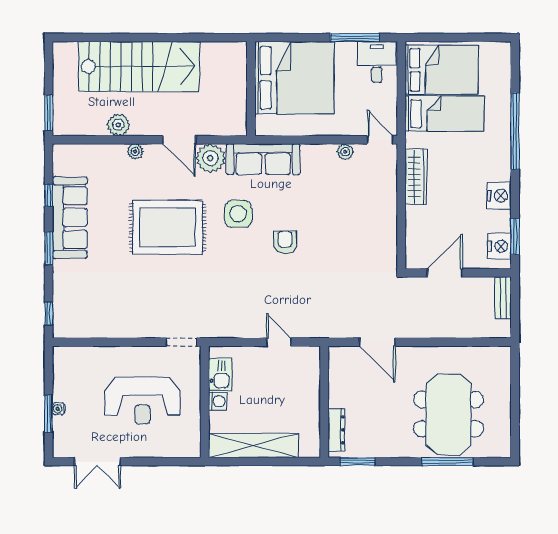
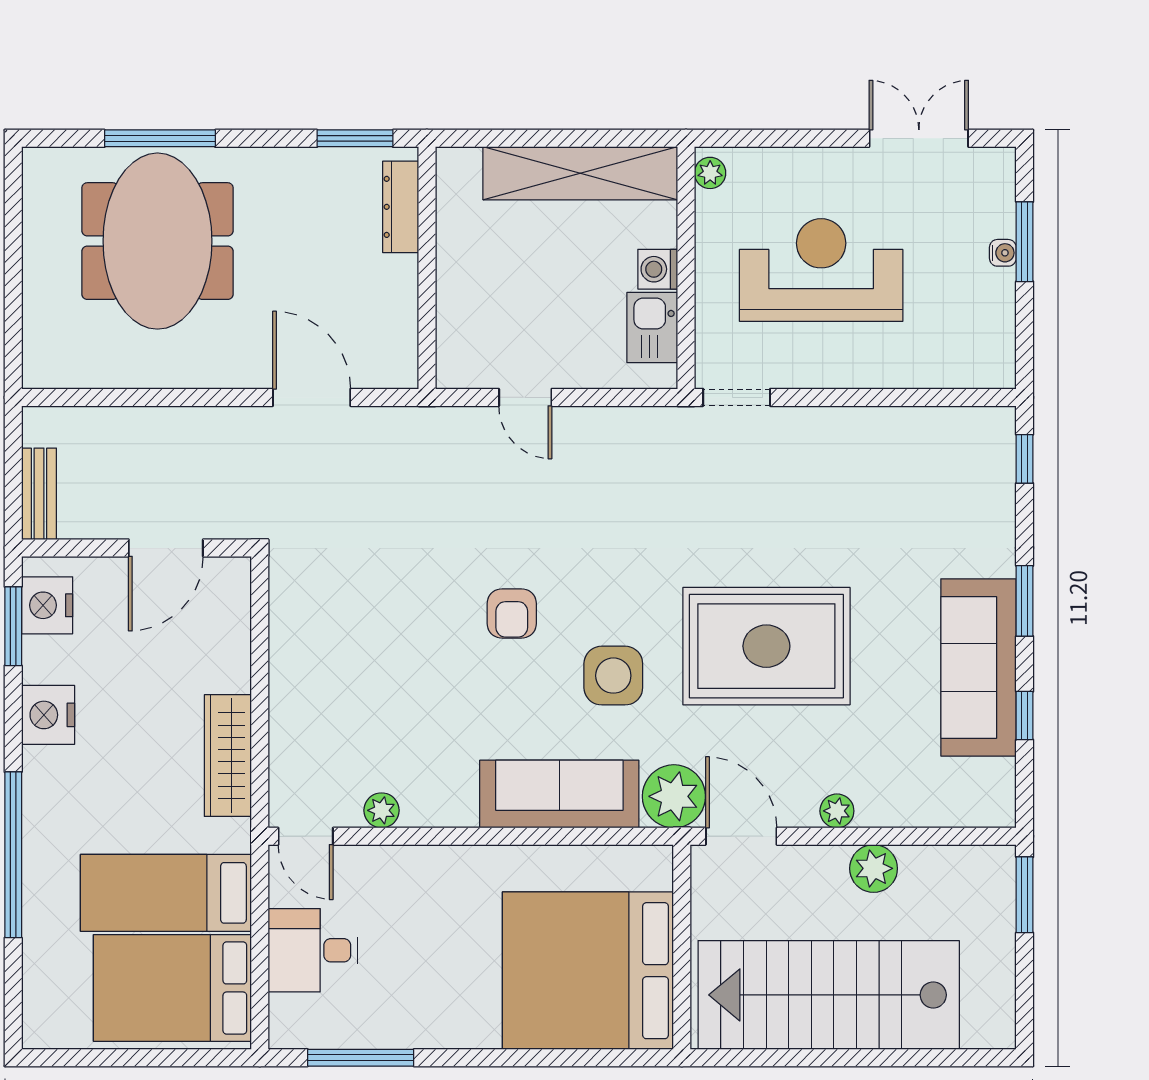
desk: (377, 62) -> (313, 950), moved, turned 90
bed: (294, 78) -> (588, 971), moved
wall: (251, 89) -> (682, 947), moved
plant: (194, 446) -> (710, 173), added

